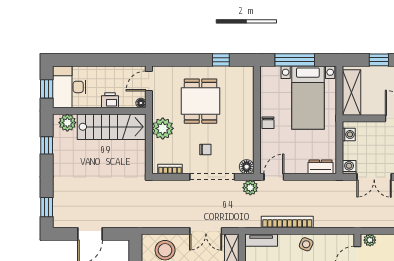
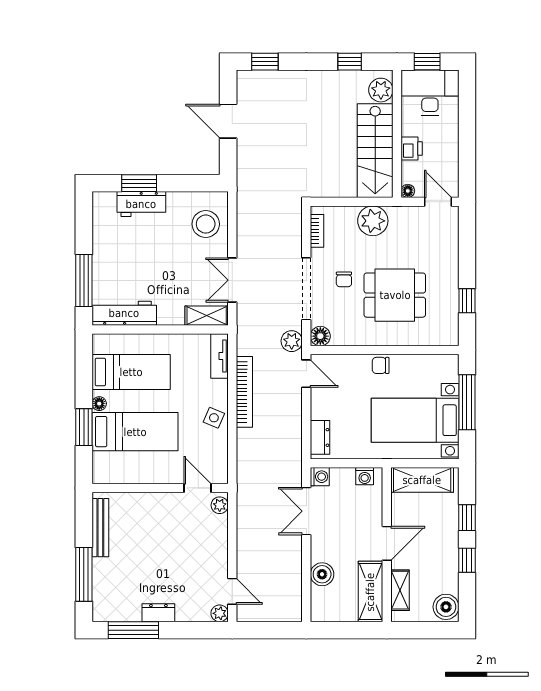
dining table: (201, 101) -> (395, 295), moved

